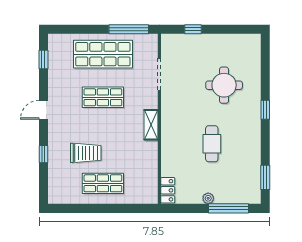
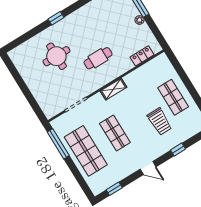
window: (193, 29) -> (32, 100), removed
cafe table: (212, 144) -> (98, 58), moved
trolley: (86, 153) -> (160, 121), turned 180
locker: (168, 190) -> (142, 56), moved

